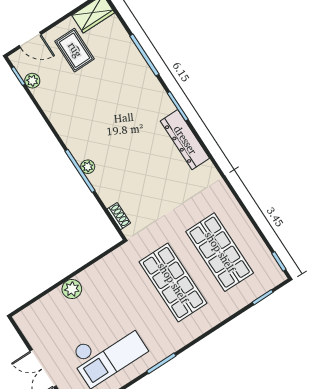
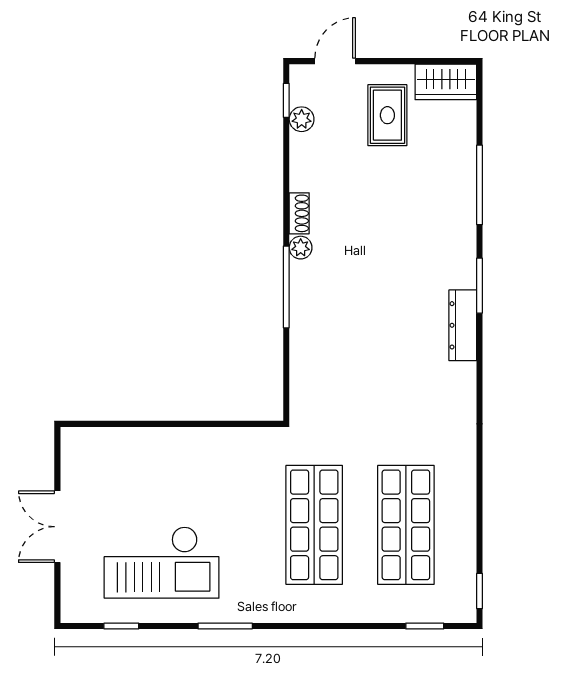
door: (30, 40) -> (335, 61), swing flipped
dresser: (185, 140) -> (463, 325), width x0.73, depth x0.80
plant: (88, 167) -> (301, 248), moved
shoe rack: (119, 216) -> (299, 213), moved
plant: (72, 289) -> (169, 443), removed

